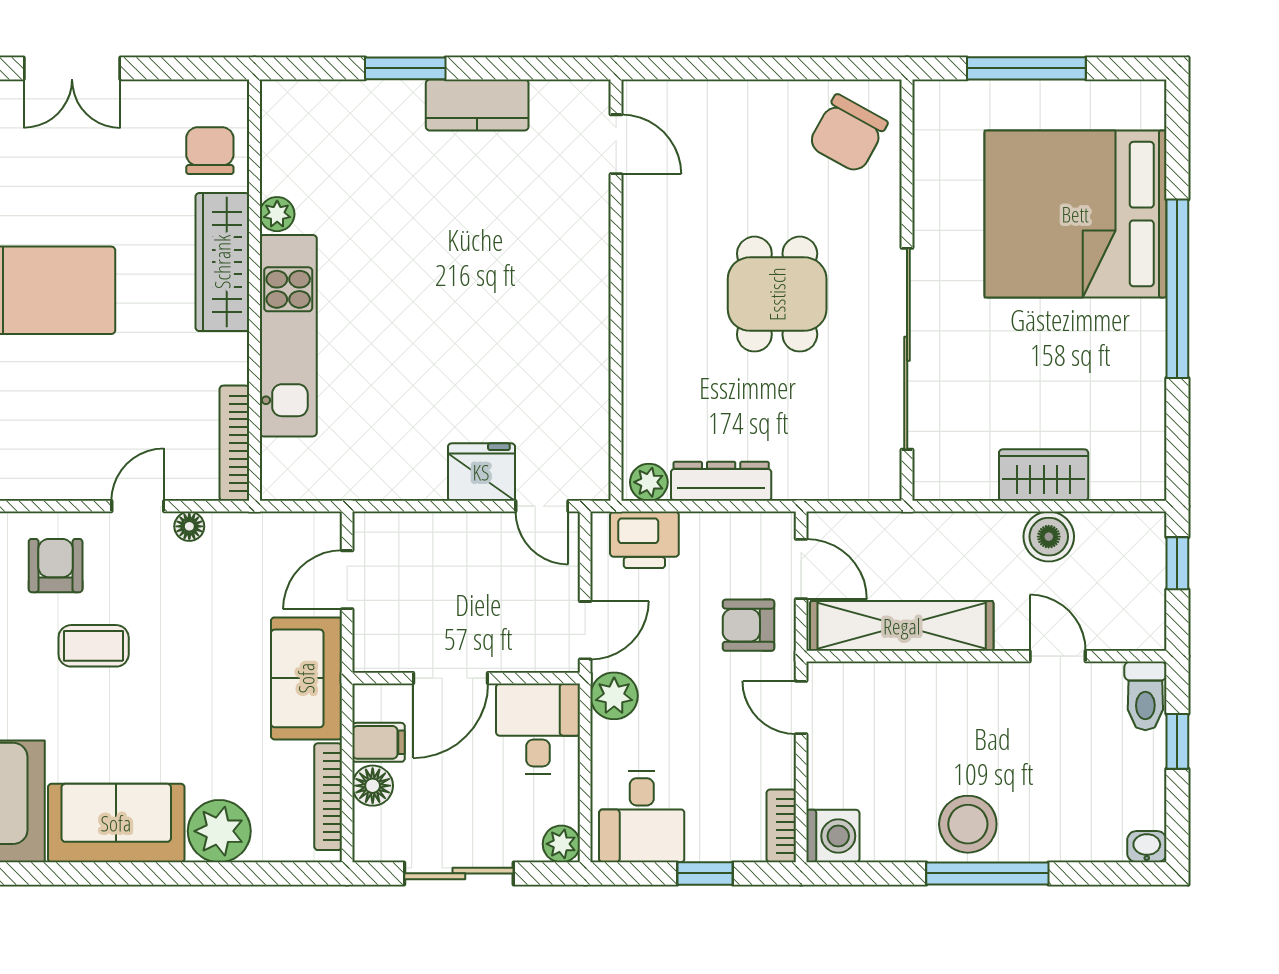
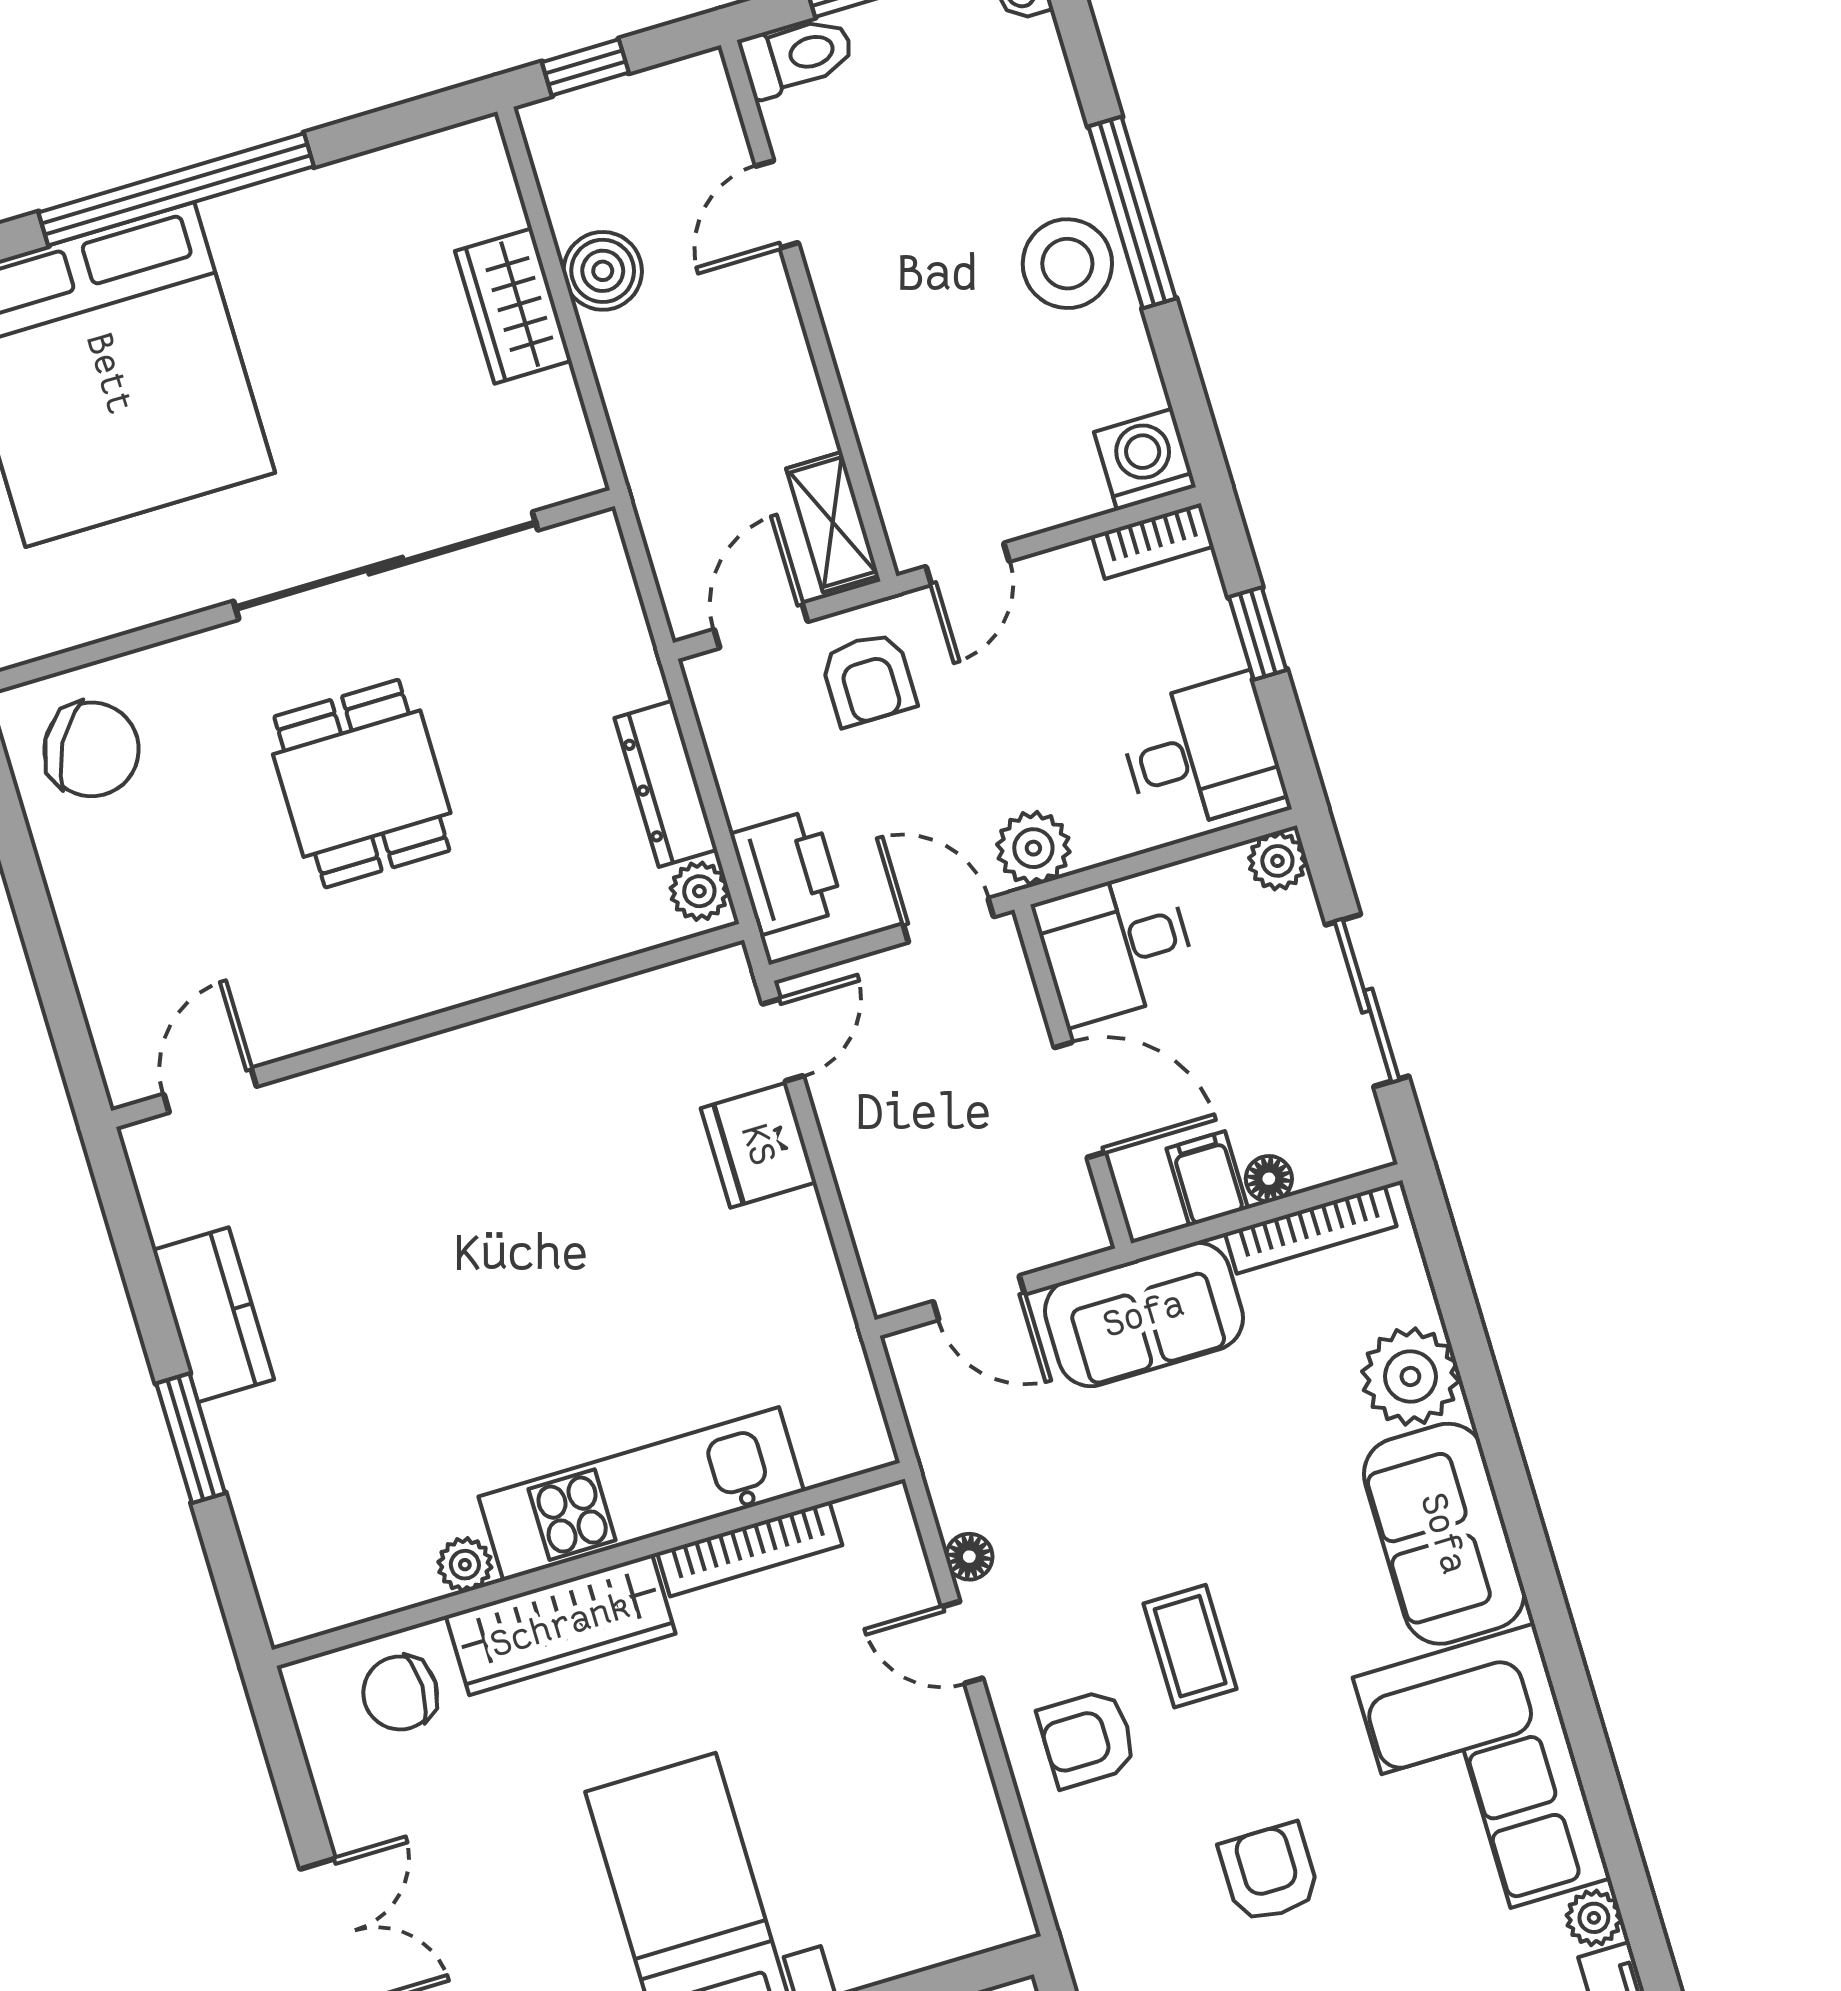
dining table: (777, 294) -> (362, 784), turned 90
bookcase: (234, 443) -> (750, 1549), moved
shelving: (902, 626) -> (833, 522), width x0.45, depth x0.75
floor lamp: (373, 786) -> (1269, 1179), width x0.73, depth x0.73

